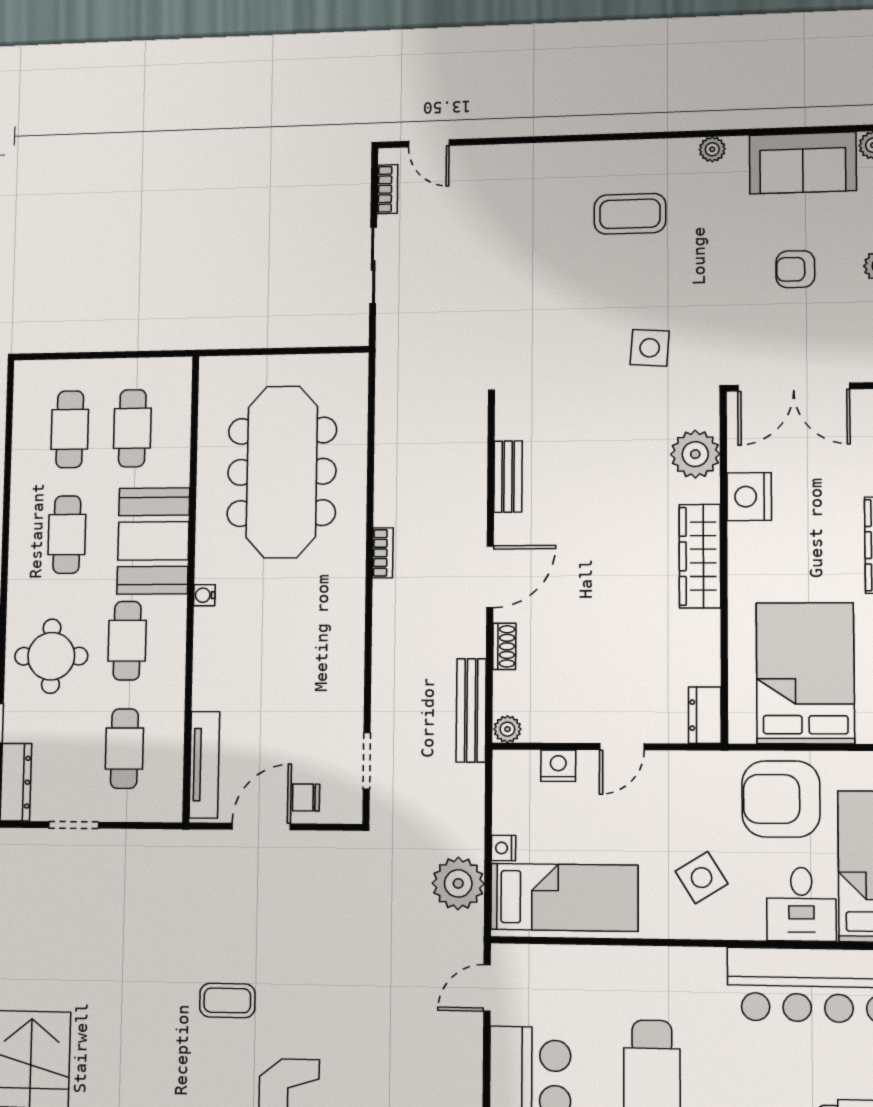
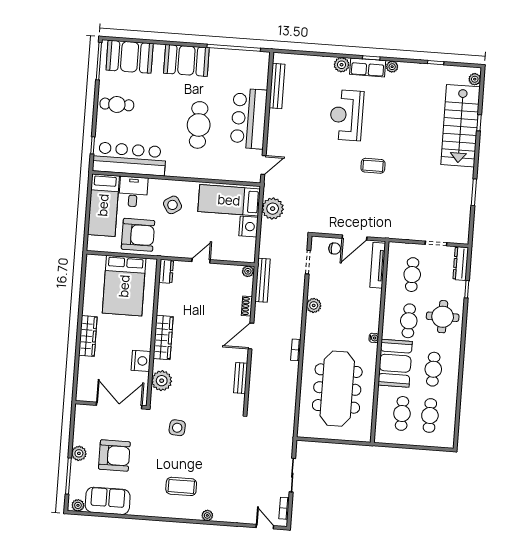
plant: (712, 149) -> (207, 515), moved
armchair: (795, 269) -> (114, 455), width x1.88, depth x1.88
plant: (347, 660) -> (314, 305), added
nightstand: (558, 766) -> (228, 255), removed
nightstand: (503, 848) -> (249, 226), width x1.89, depth x1.79

